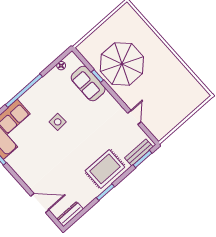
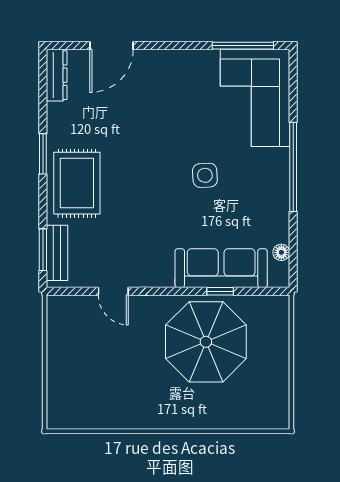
sofa: (88, 84) -> (221, 268), width x1.36

